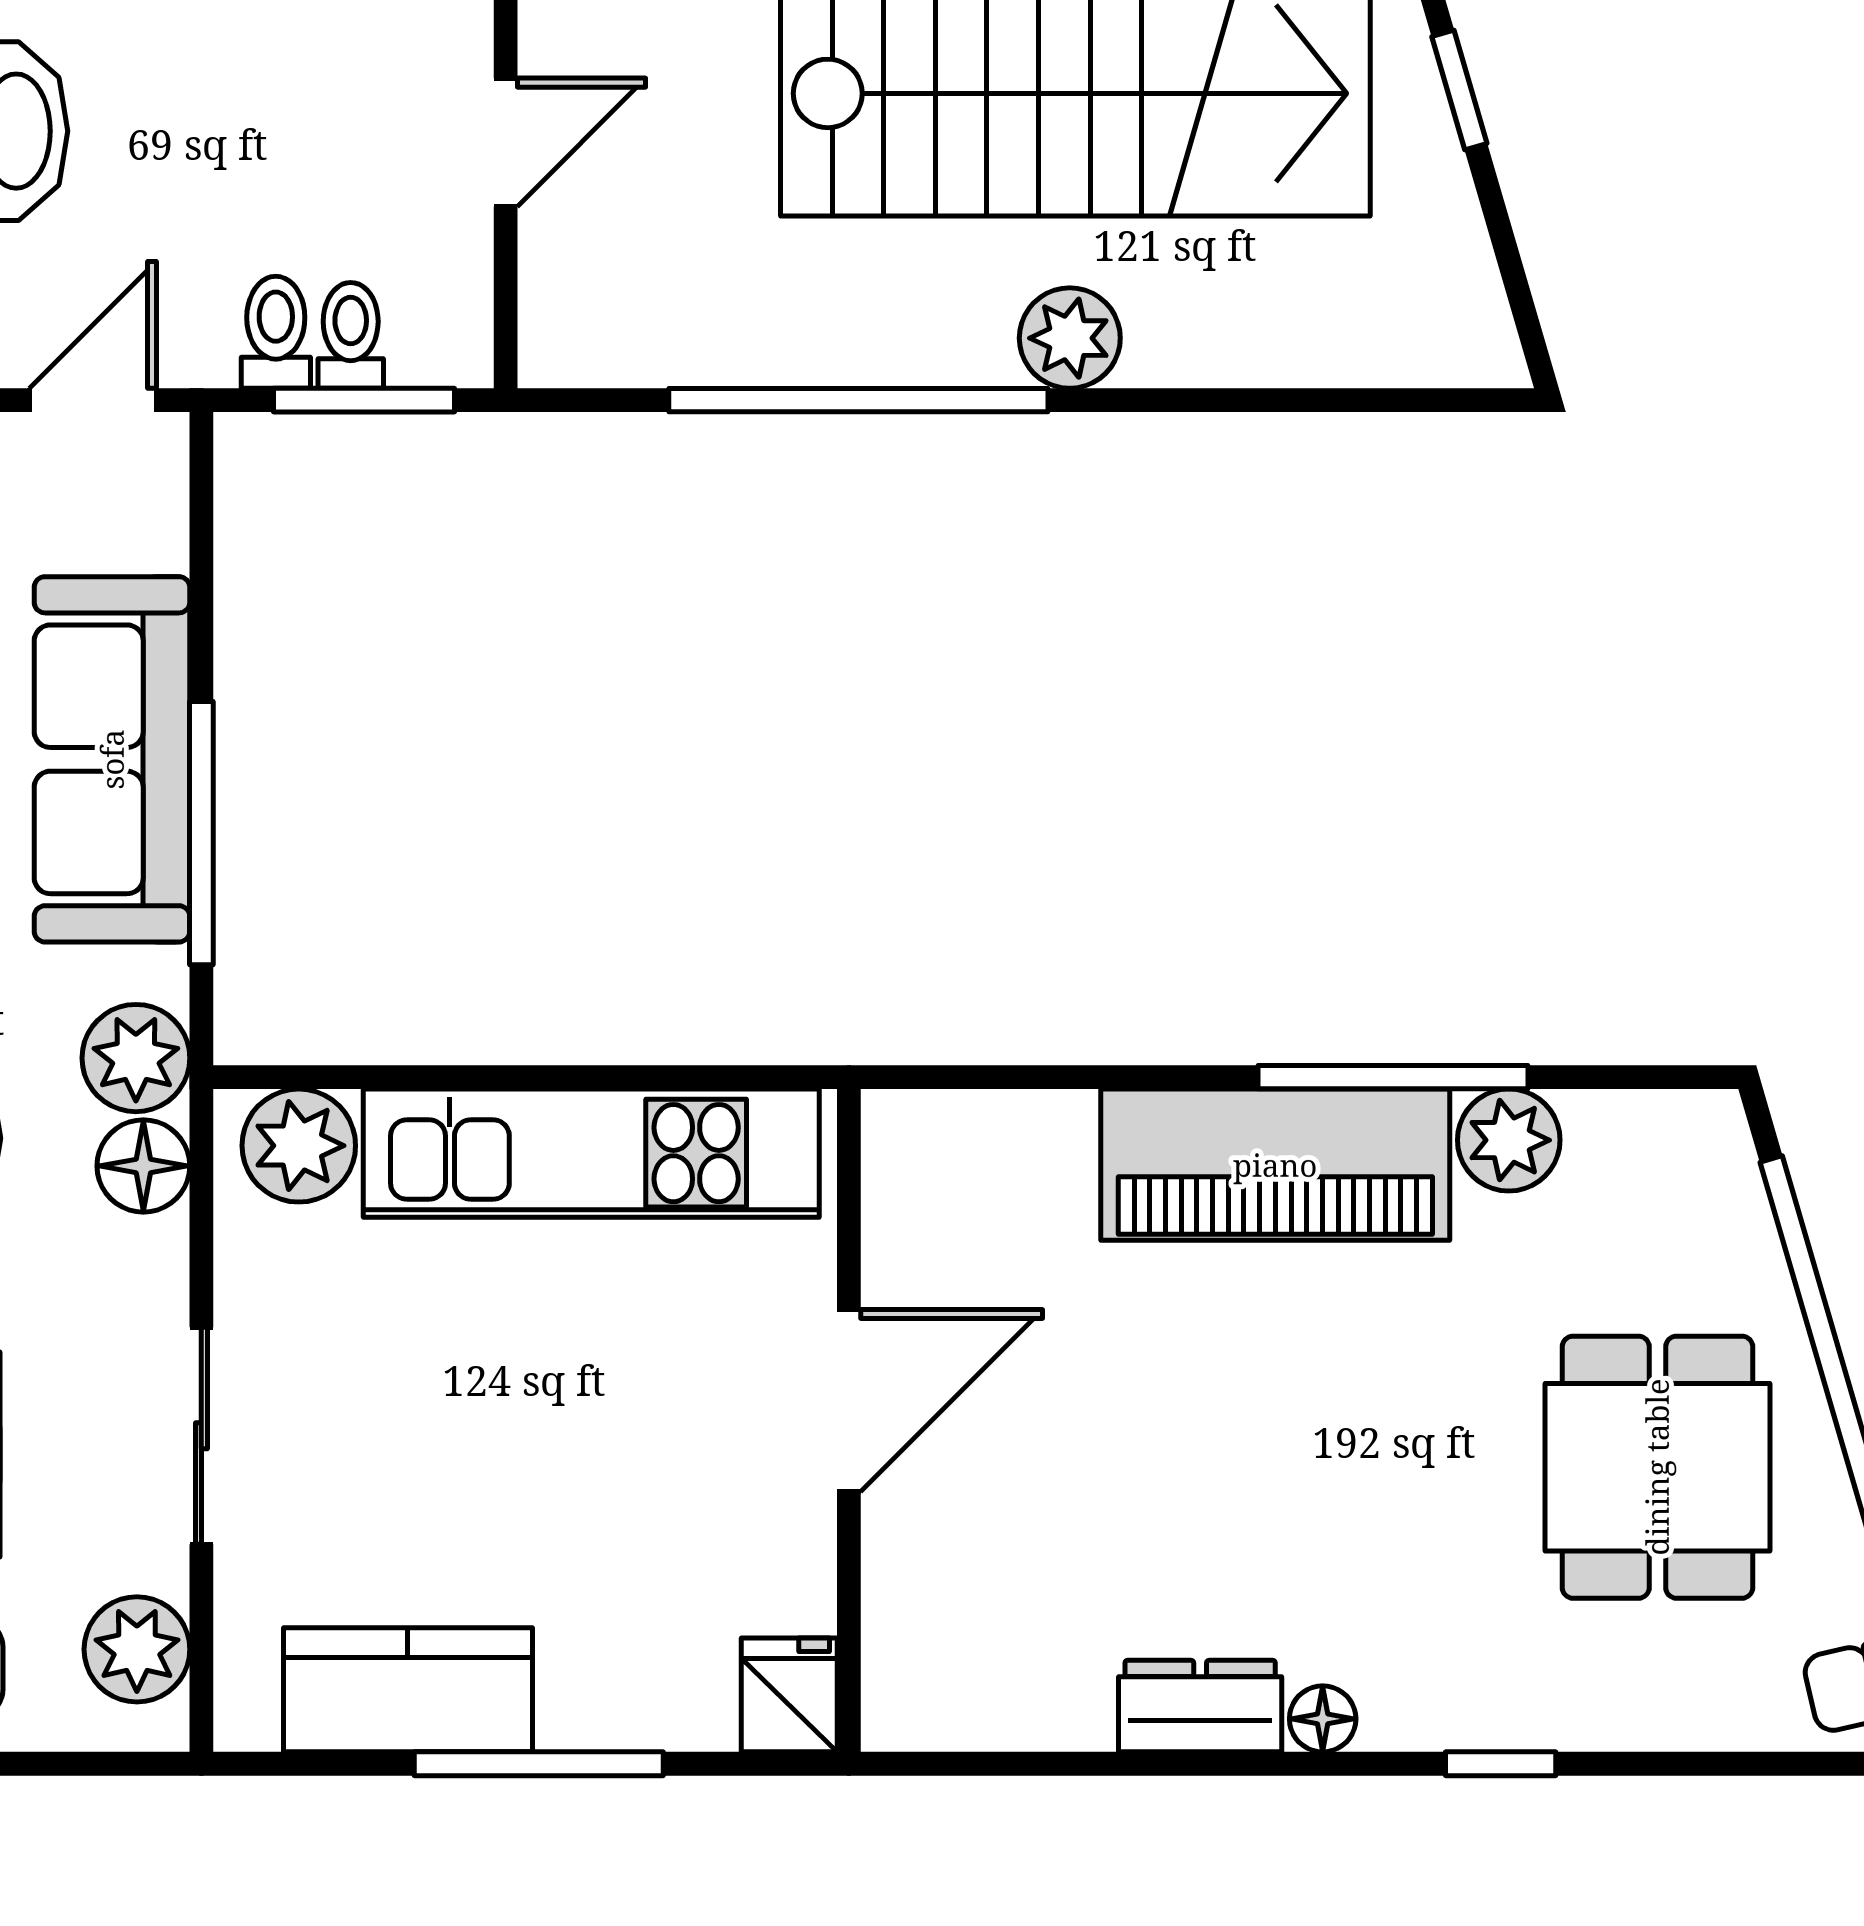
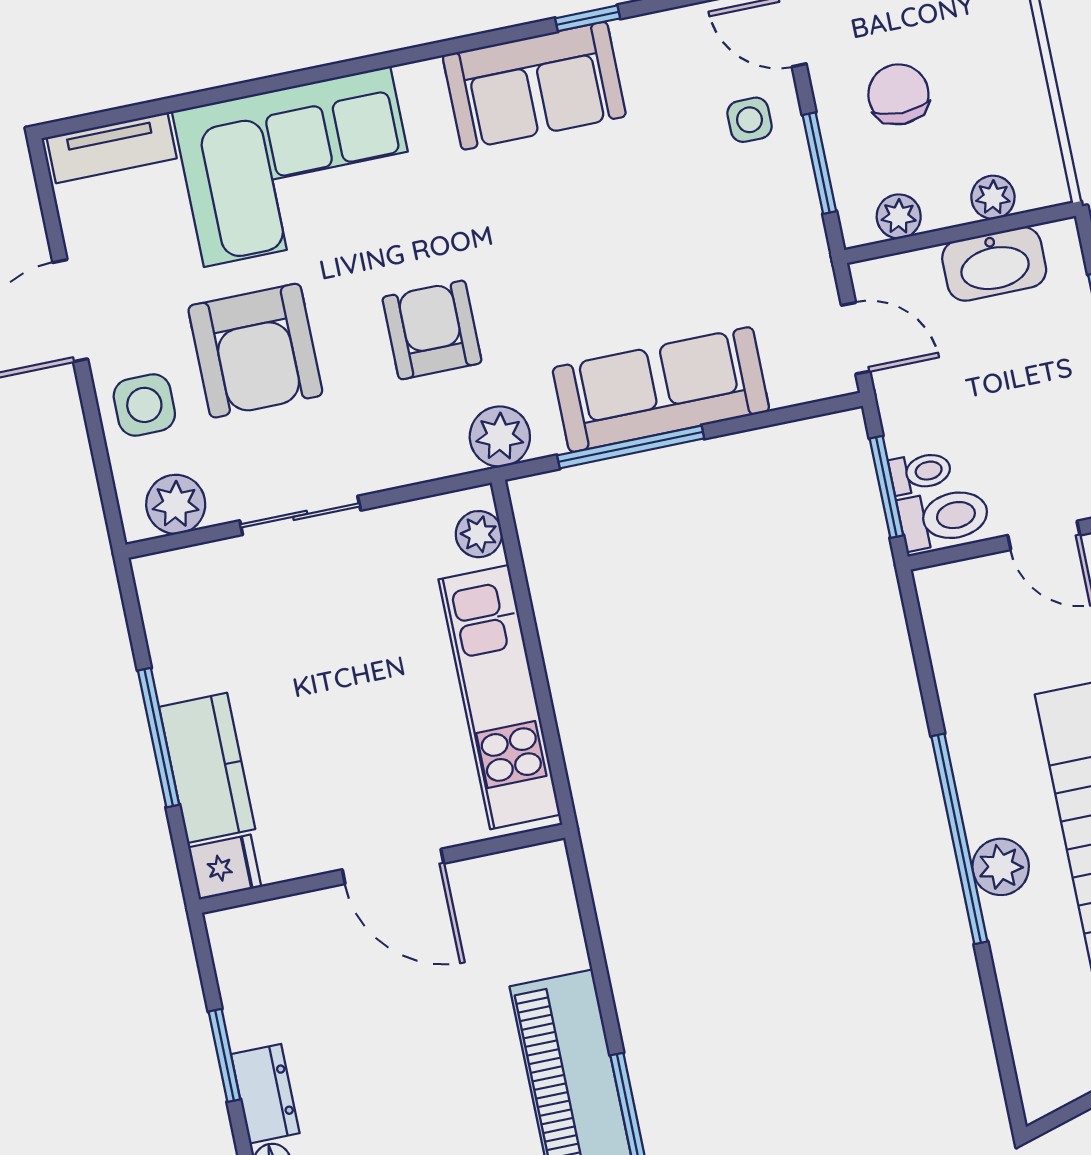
toilet: (276, 332) -> (944, 518), moved, width x1.37, depth x1.39
window: (858, 400) -> (959, 839), moved
plant: (299, 1146) -> (479, 534), width x0.73, depth x0.73
floor lamp: (143, 1166) -> (441, 453), removed
kitchen counter: (408, 1690) -> (207, 768), moved
window: (1118, 1764) -> (224, 1055), added

